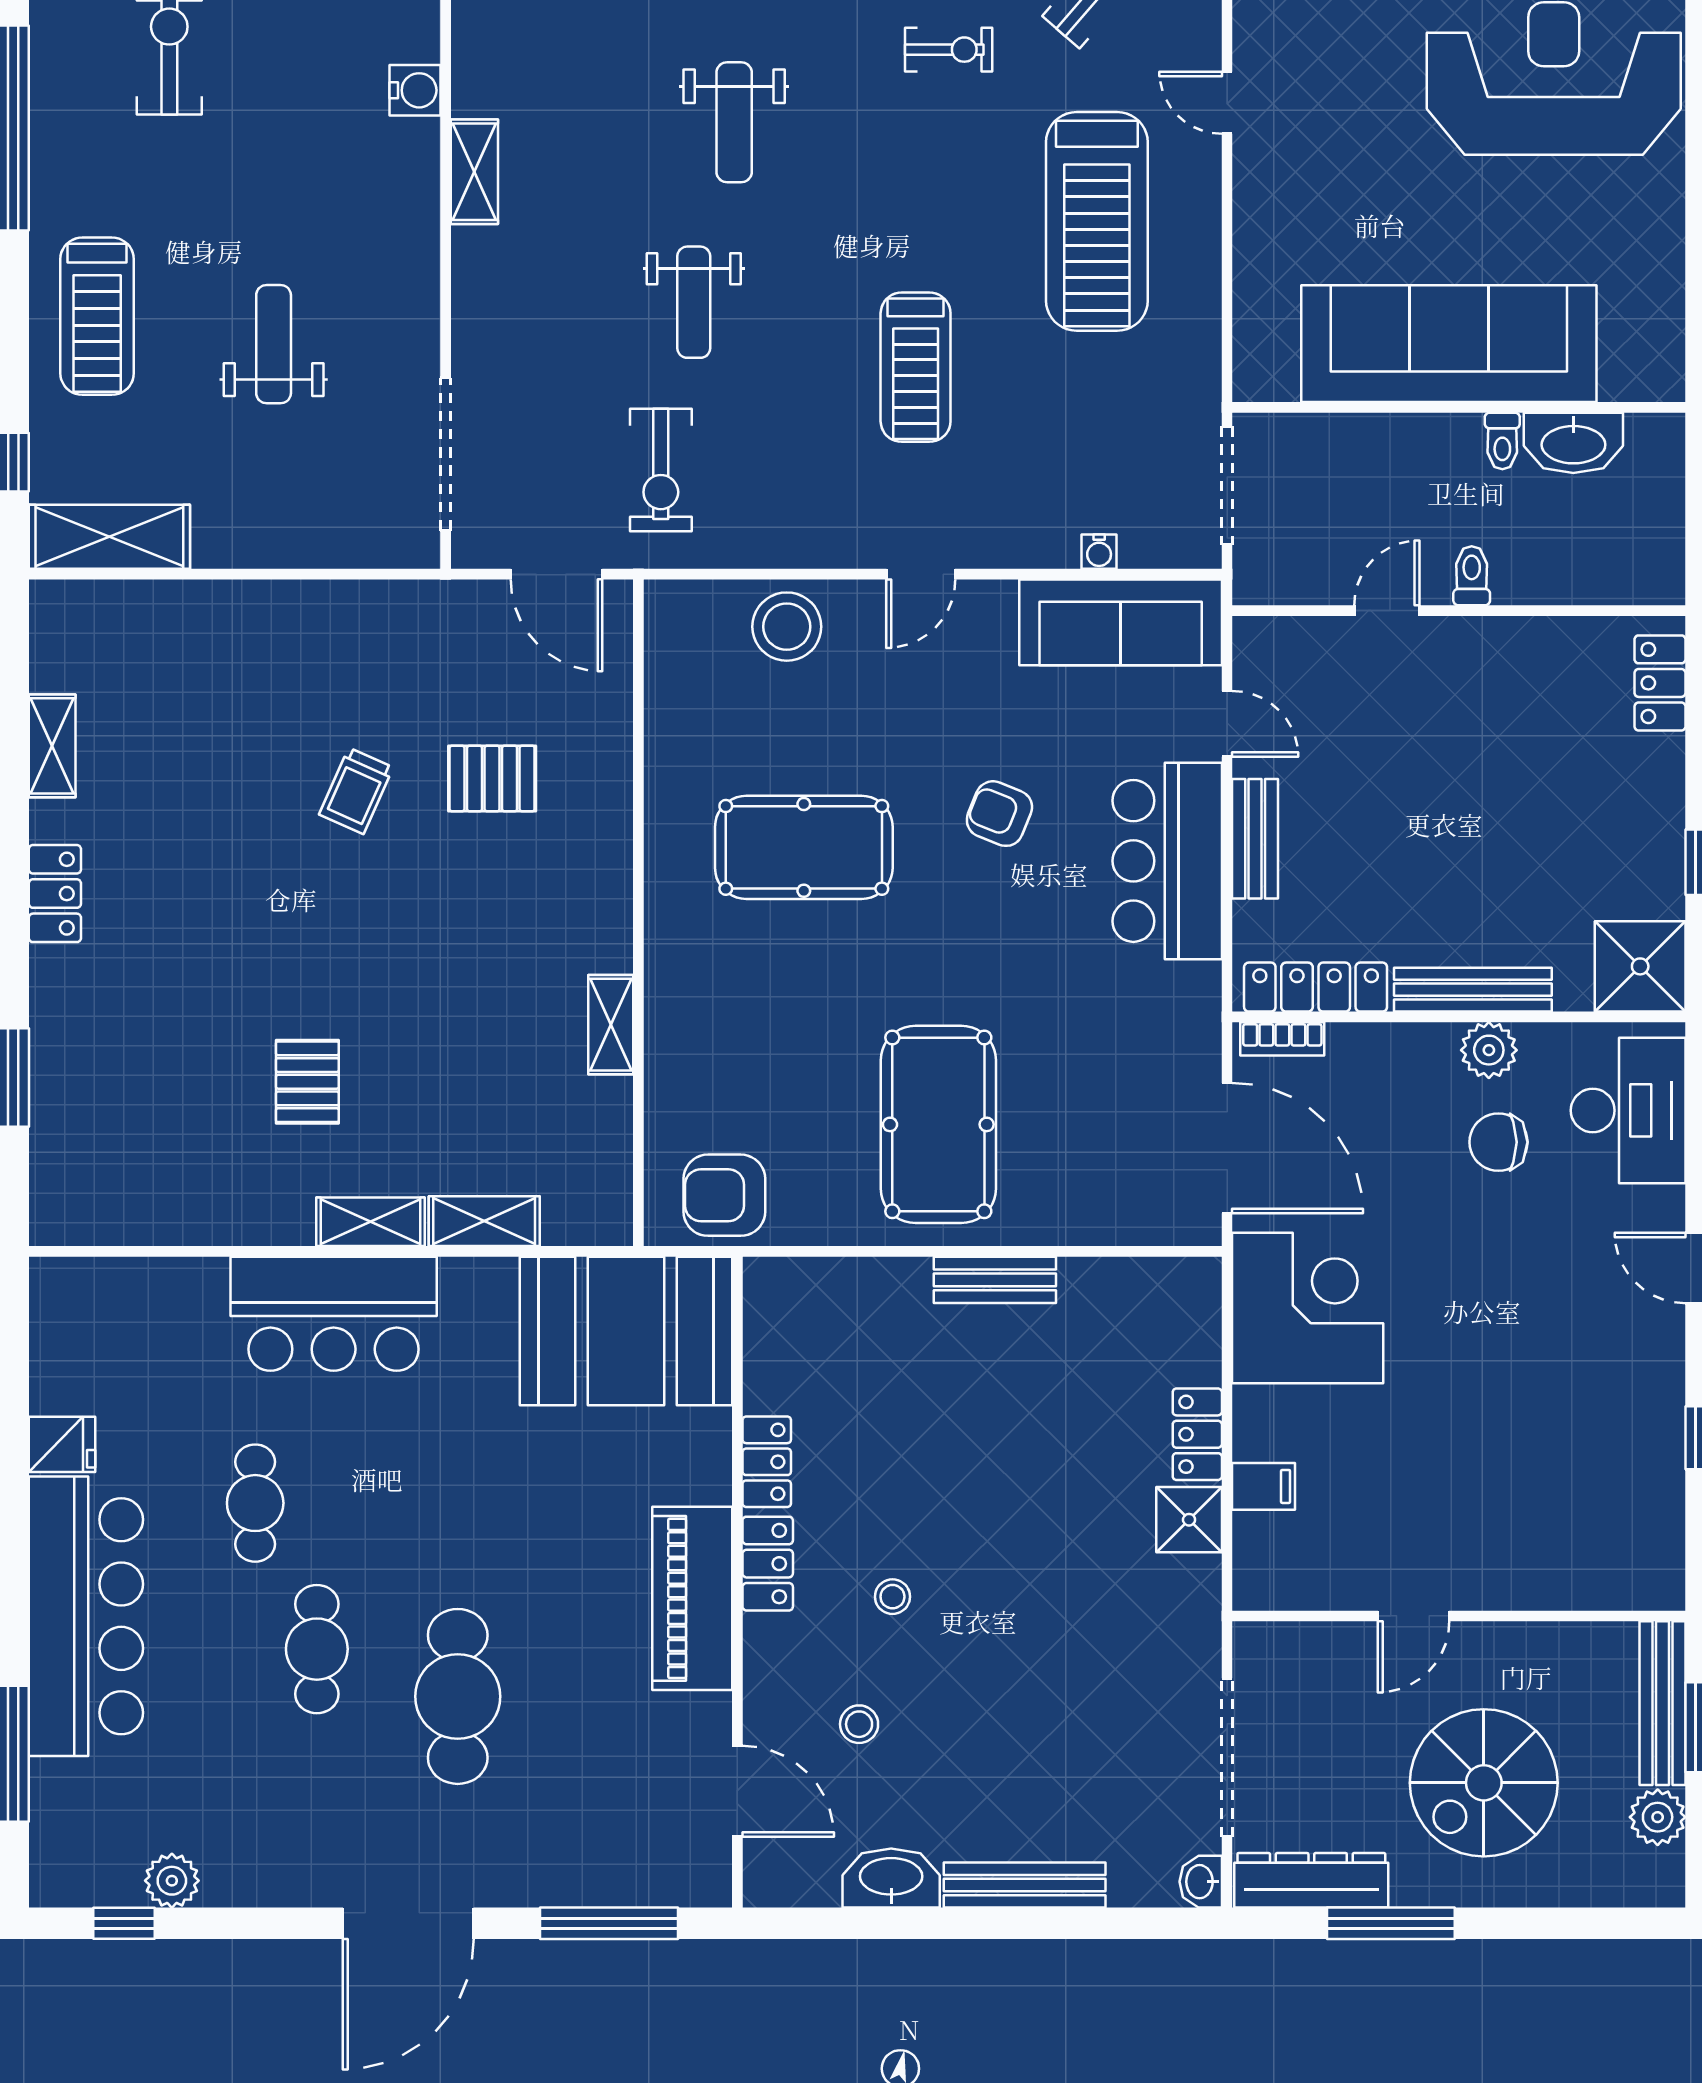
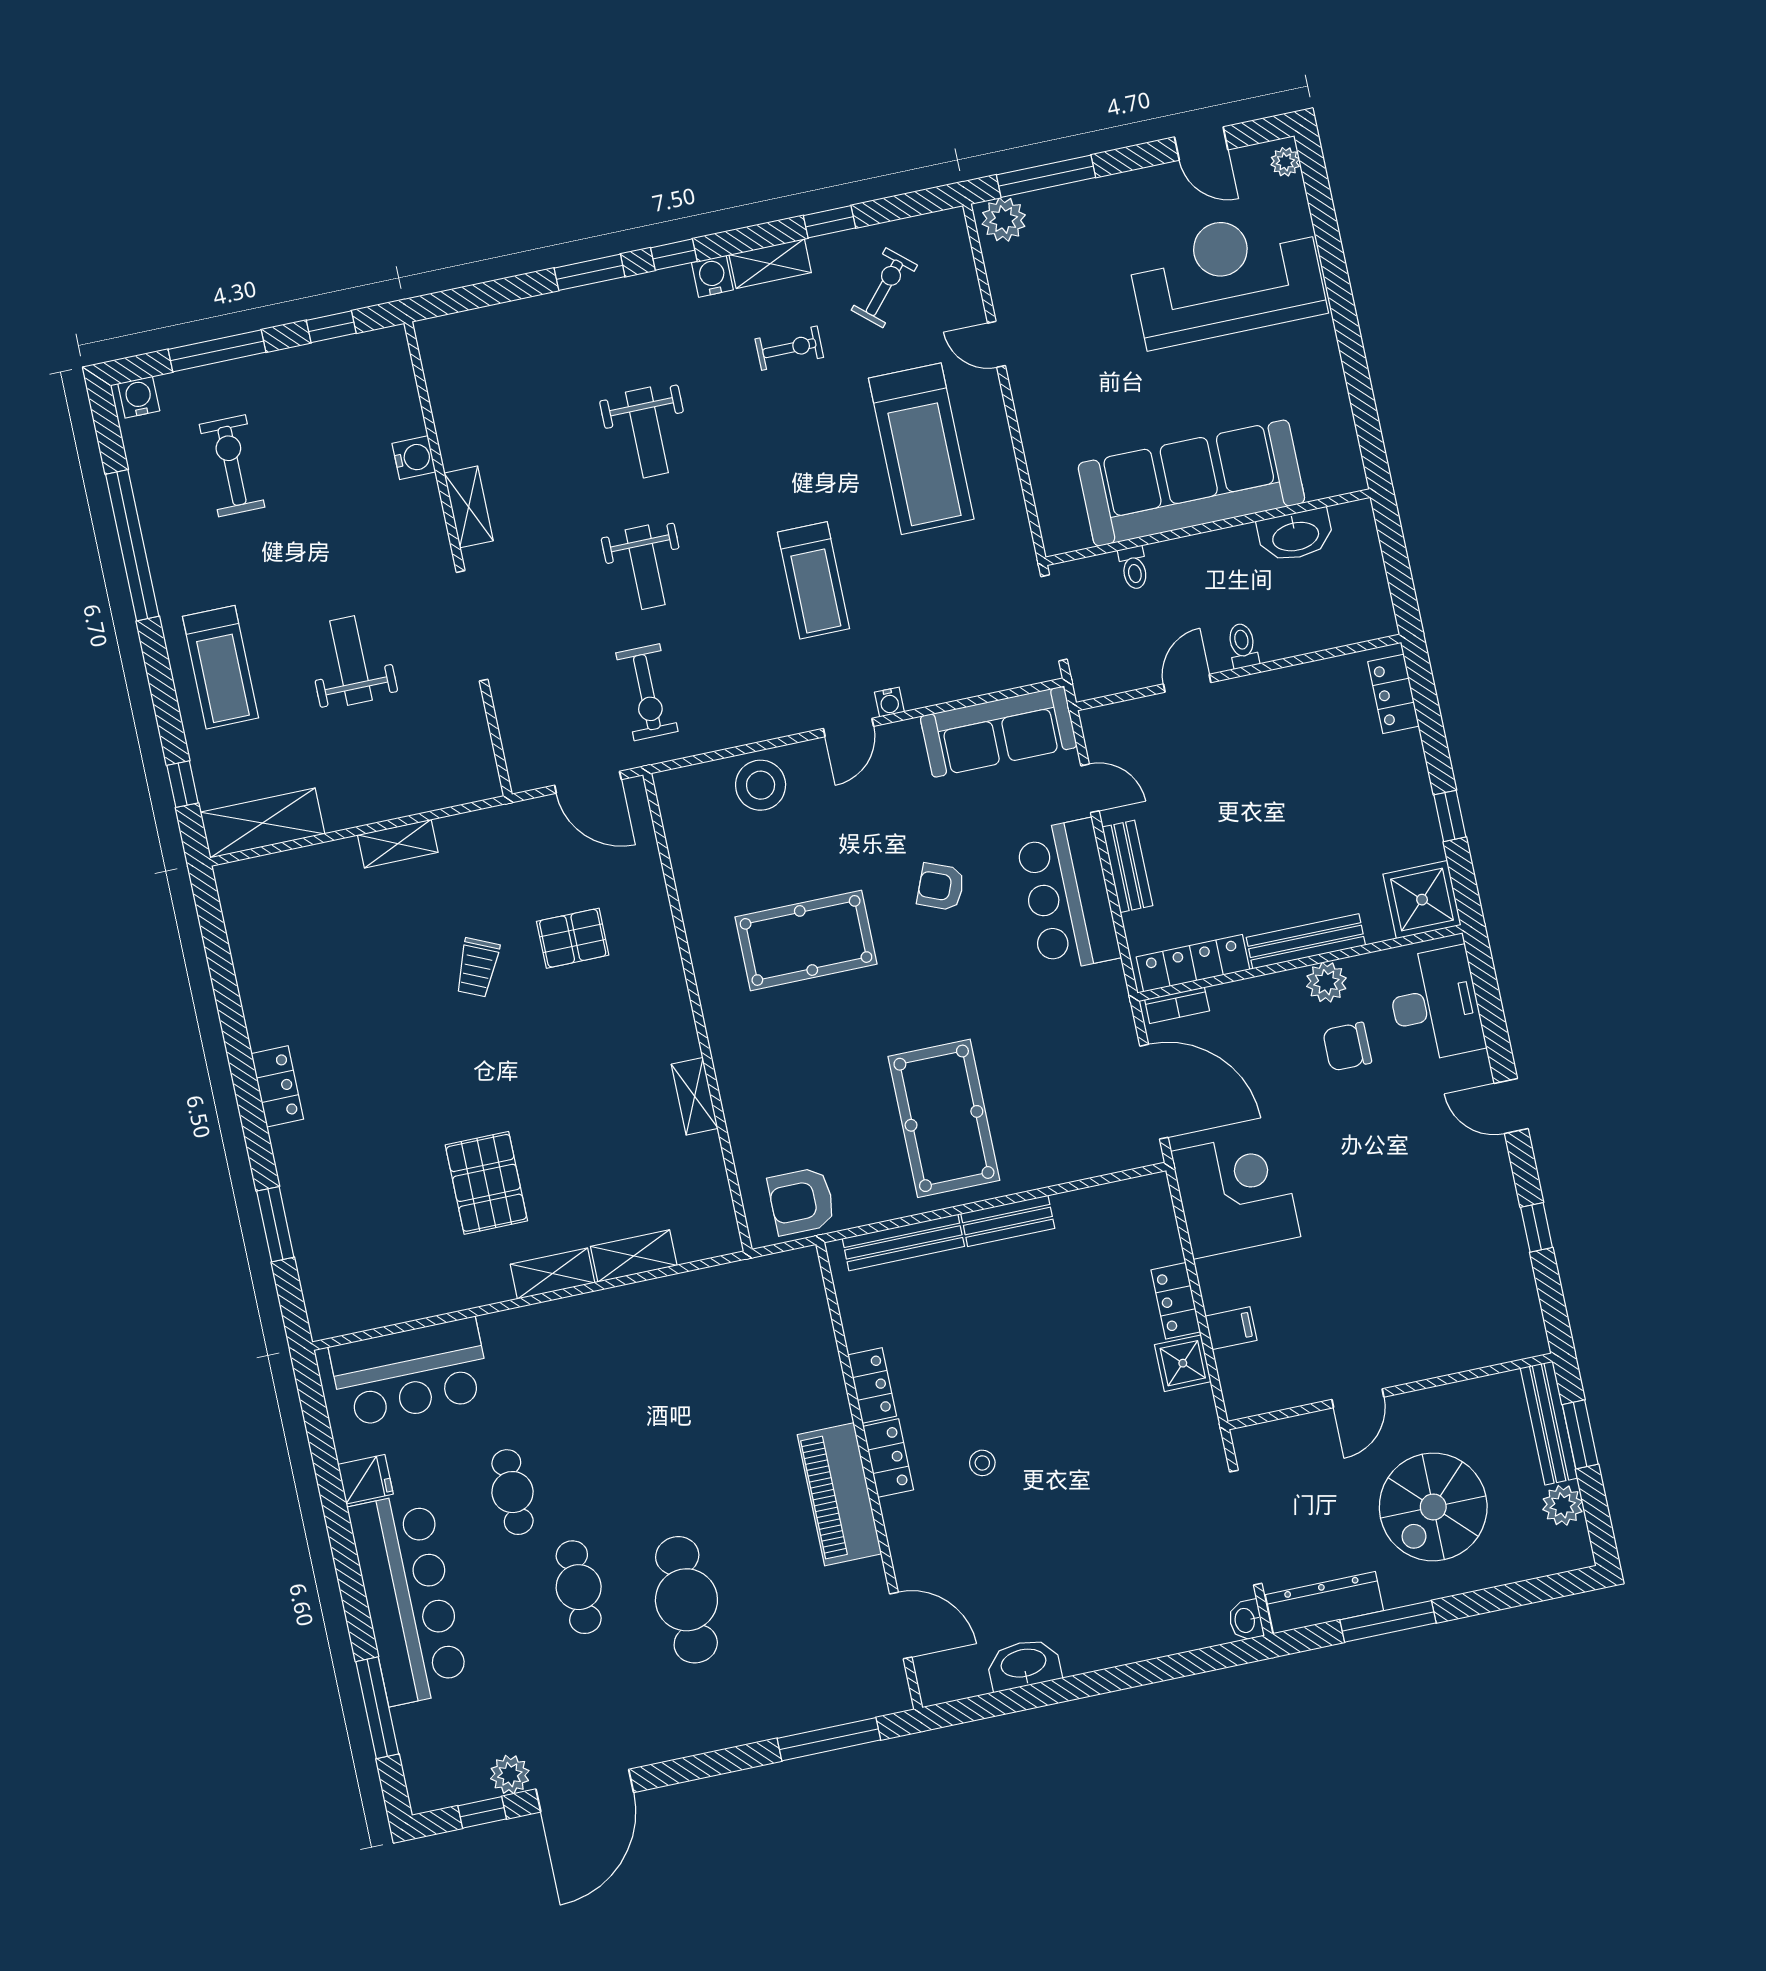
toilet: (1502, 441) -> (1134, 568), moved
doorway: (446, 454) -> (472, 626), moved
water cooler: (1099, 552) -> (889, 702), moved
shelving: (52, 746) -> (398, 844), moved, turned 90
pallet: (307, 1082) -> (486, 1183), width x1.50, depth x1.42
bar counter: (334, 1314) -> (410, 1372), moved
booth: (626, 1331) -> (752, 1313), removed
stool: (859, 1724) -> (978, 1559), removed
bench: (1025, 1885) -> (903, 1242), moved
door: (408, 1923) -> (585, 1791), moved

